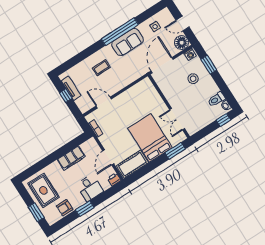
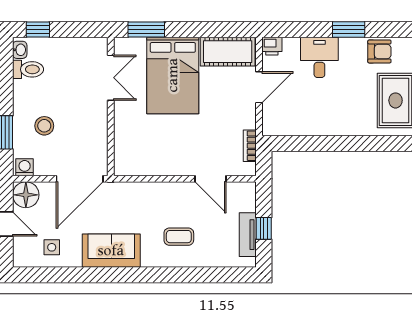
window: (120, 32) -> (113, 275), removed
filing cabinet: (71, 158) -> (318, 124), removed

